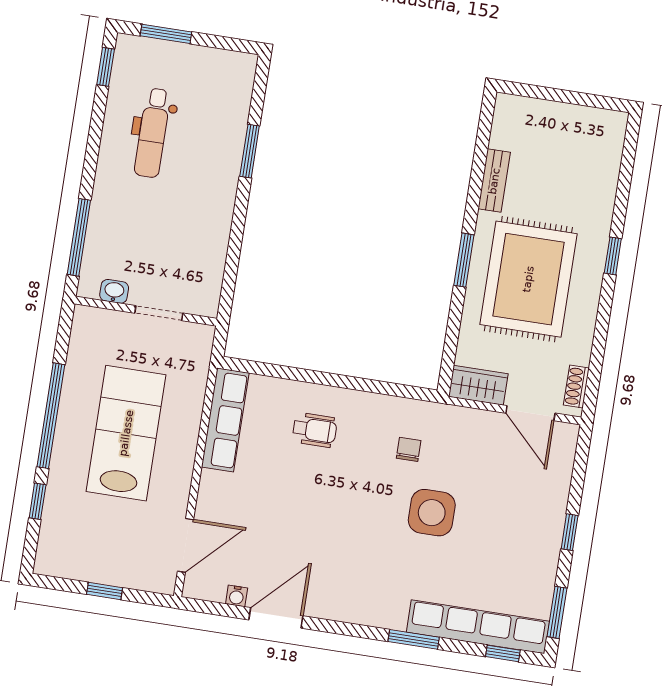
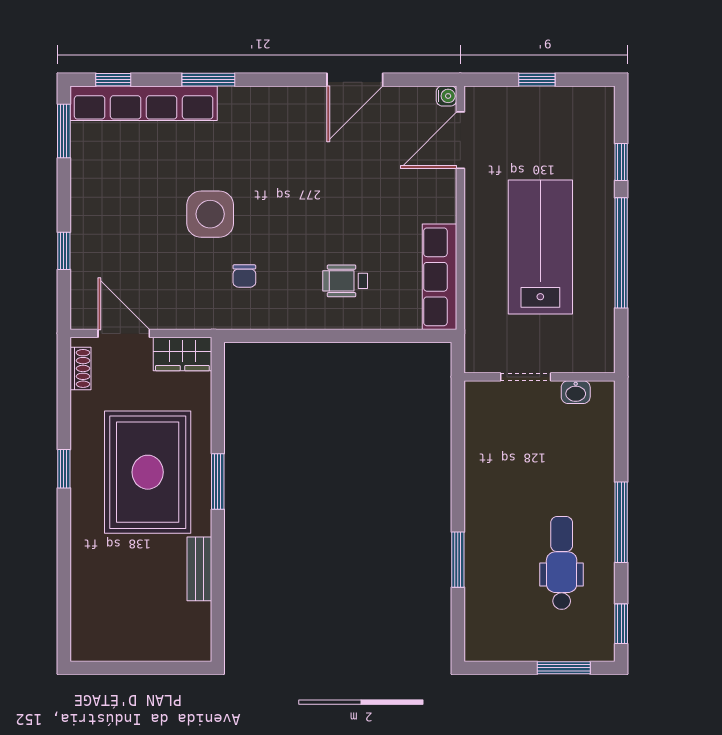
window: (79, 237) -> (621, 522), moved
window: (613, 256) -> (64, 469), moved
lab bench: (126, 433) -> (540, 247), turned 180
window: (570, 532) -> (64, 251), moved
water cooler: (237, 596) -> (446, 96), moved, turned 90

